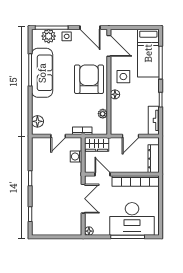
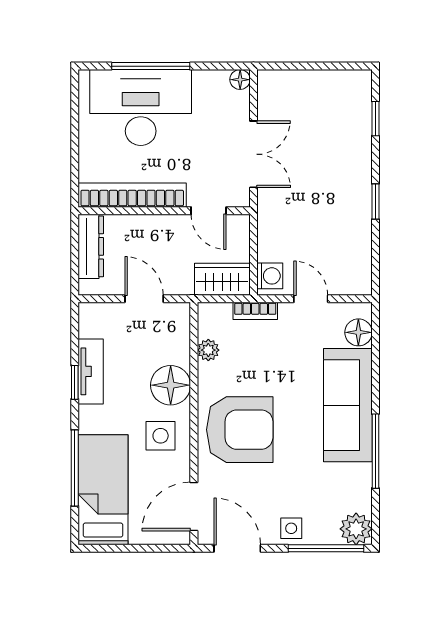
plant: (49, 36) -> (356, 529), moved
door: (109, 46) -> (194, 507), hinge flipped
sofa: (42, 73) -> (348, 405), moved
armchair: (89, 79) -> (240, 430), turned -90
floor lamp: (115, 94) -> (171, 385), width x1.89, depth x1.89
tv unit: (154, 120) -> (91, 371), moved
door: (58, 136) -> (311, 299), hinge flipped
door: (131, 136) -> (144, 299), hinge flipped
washing machine: (76, 156) -> (270, 276), moved
double door: (83, 199) -> (253, 154), swing flipped

